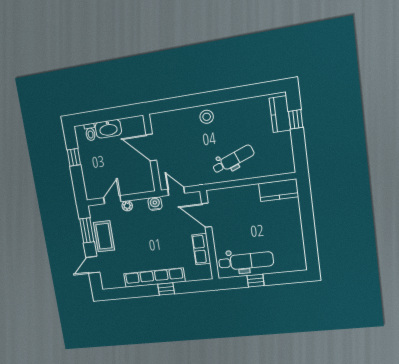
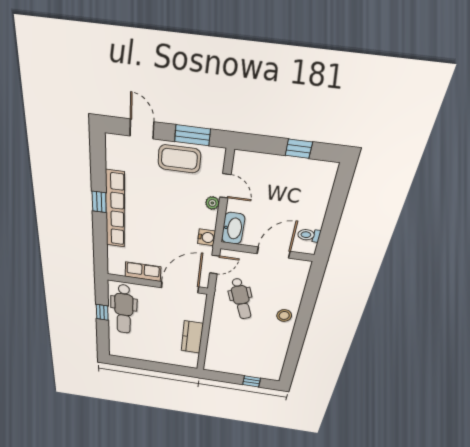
kitchen counter: (280, 114) -> (261, 372), removed
washbasin: (108, 129) -> (233, 228), moved, turned 180
toilet: (90, 132) -> (309, 235), moved
dental chair: (233, 159) -> (241, 299), moved
kitchen counter: (279, 190) -> (192, 337), moved
door: (207, 215) -> (180, 287), width x1.36
window: (166, 289) -> (99, 202), moved

